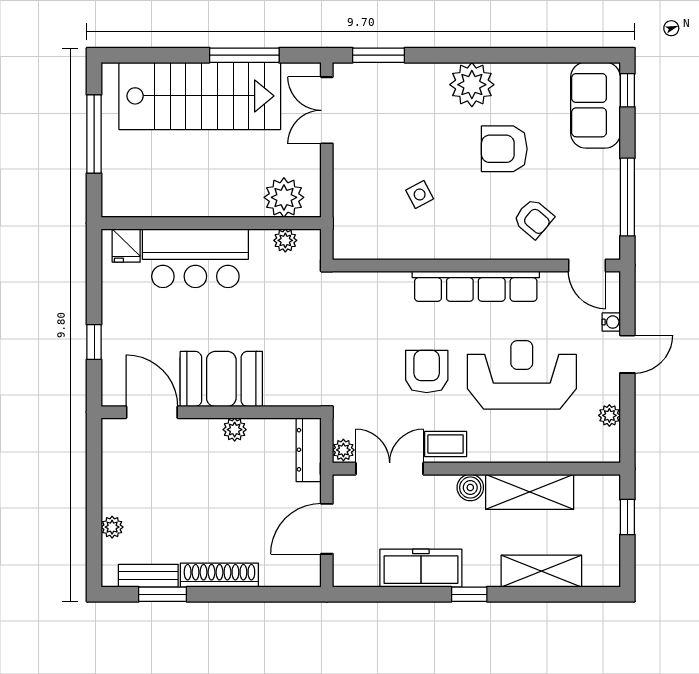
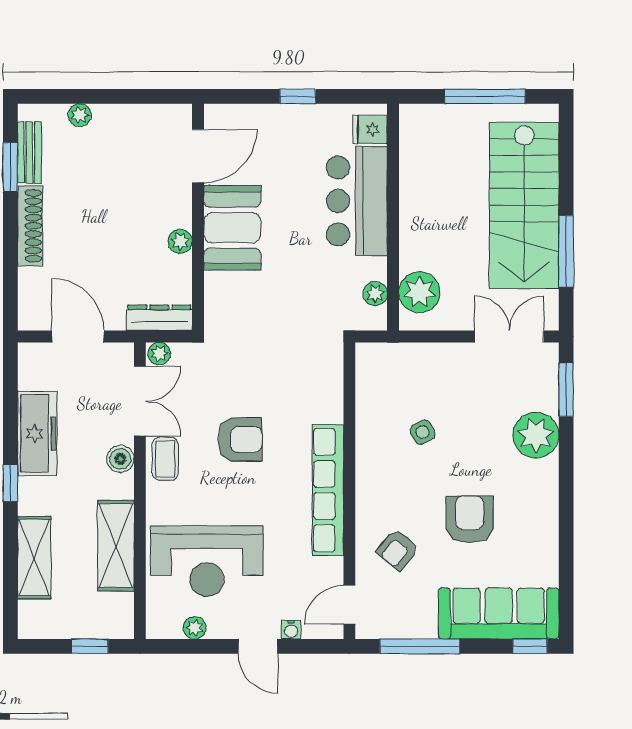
plant: (472, 85) -> (536, 435), moved
sofa: (596, 105) -> (499, 613), width x1.36
window: (94, 342) -> (298, 96), moved
reception desk: (522, 375) -> (207, 561), moved, turned 90
boiler: (470, 487) -> (120, 459), moved

